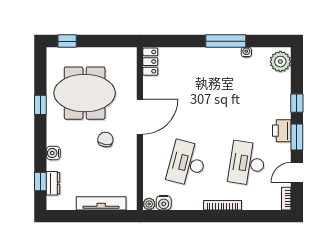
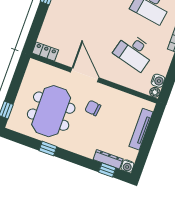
water cooler: (53, 153) -> (127, 166), moved
dresser: (53, 183) -> (108, 159), width x1.44

